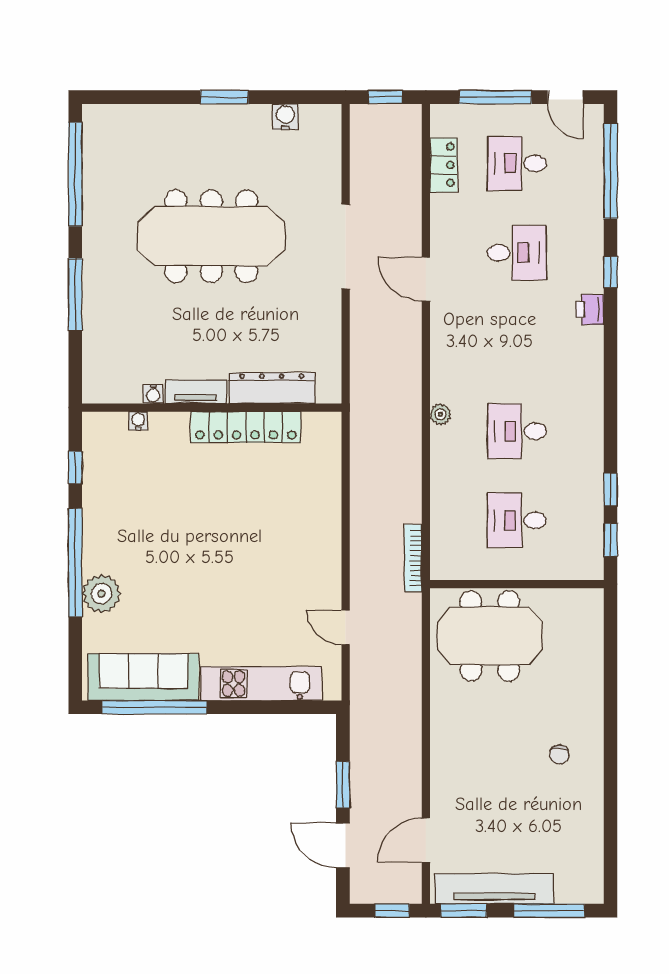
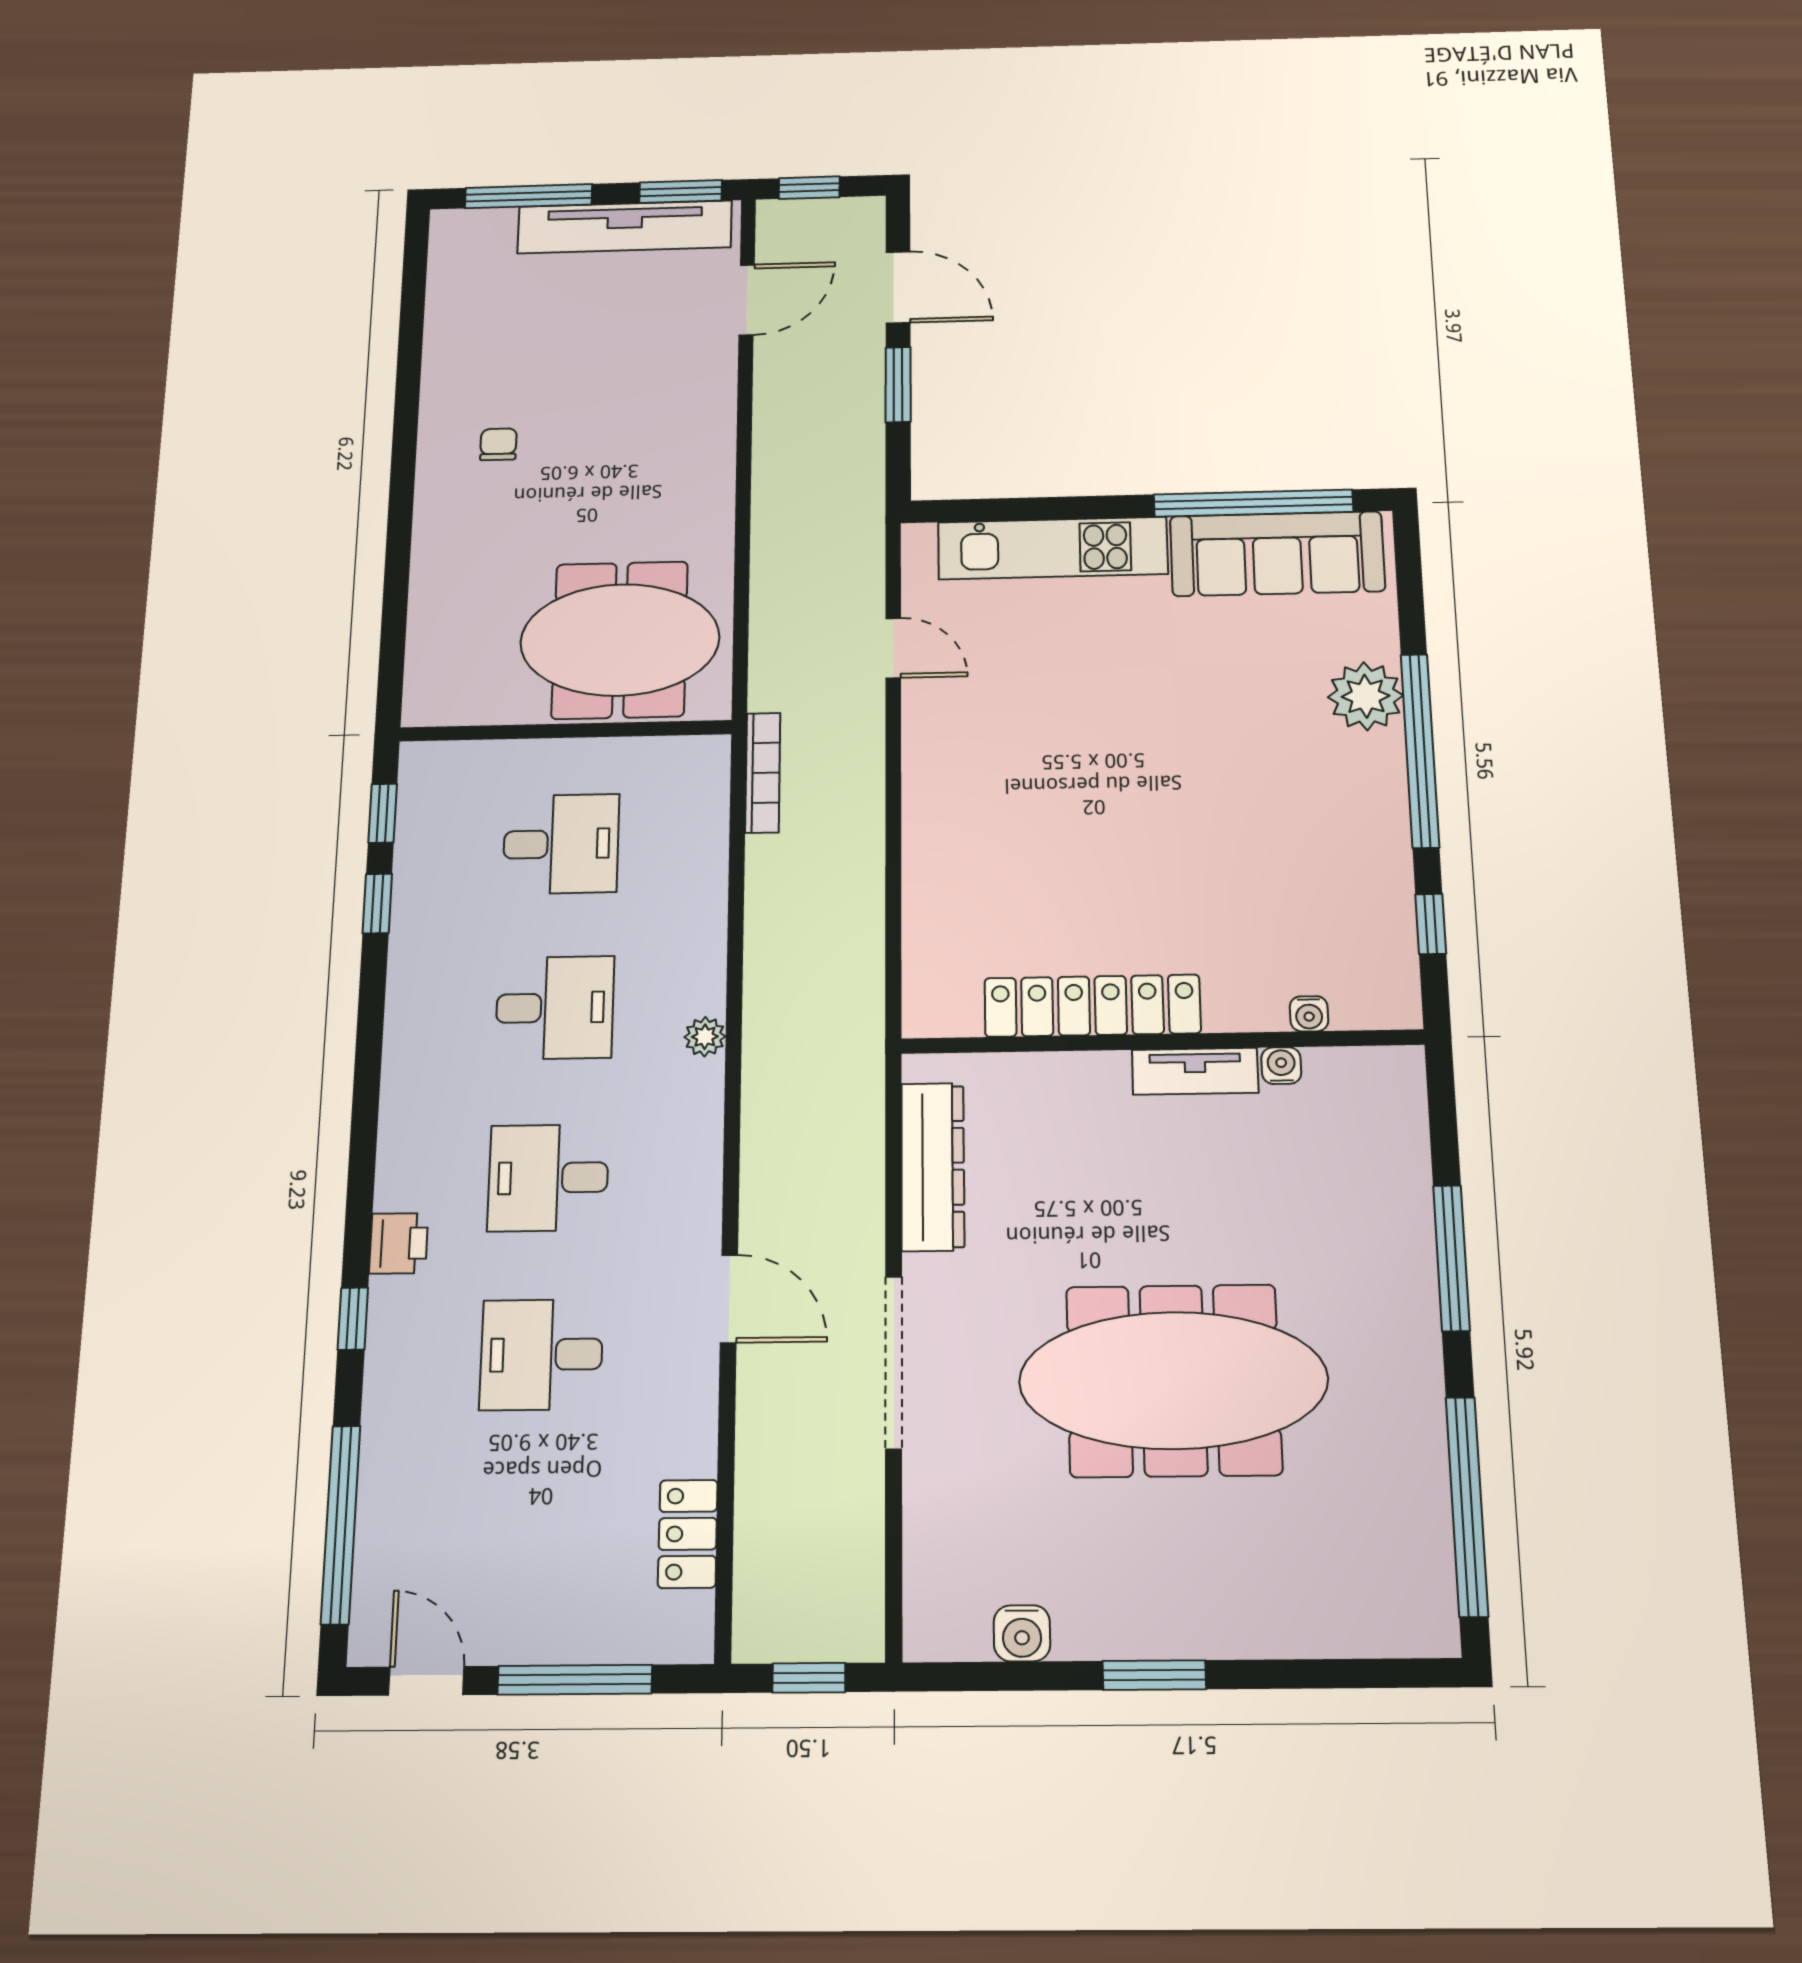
desk: (517, 163) -> (548, 1178), moved, turned 180
dresser: (272, 388) -> (933, 1167), moved, turned -90

